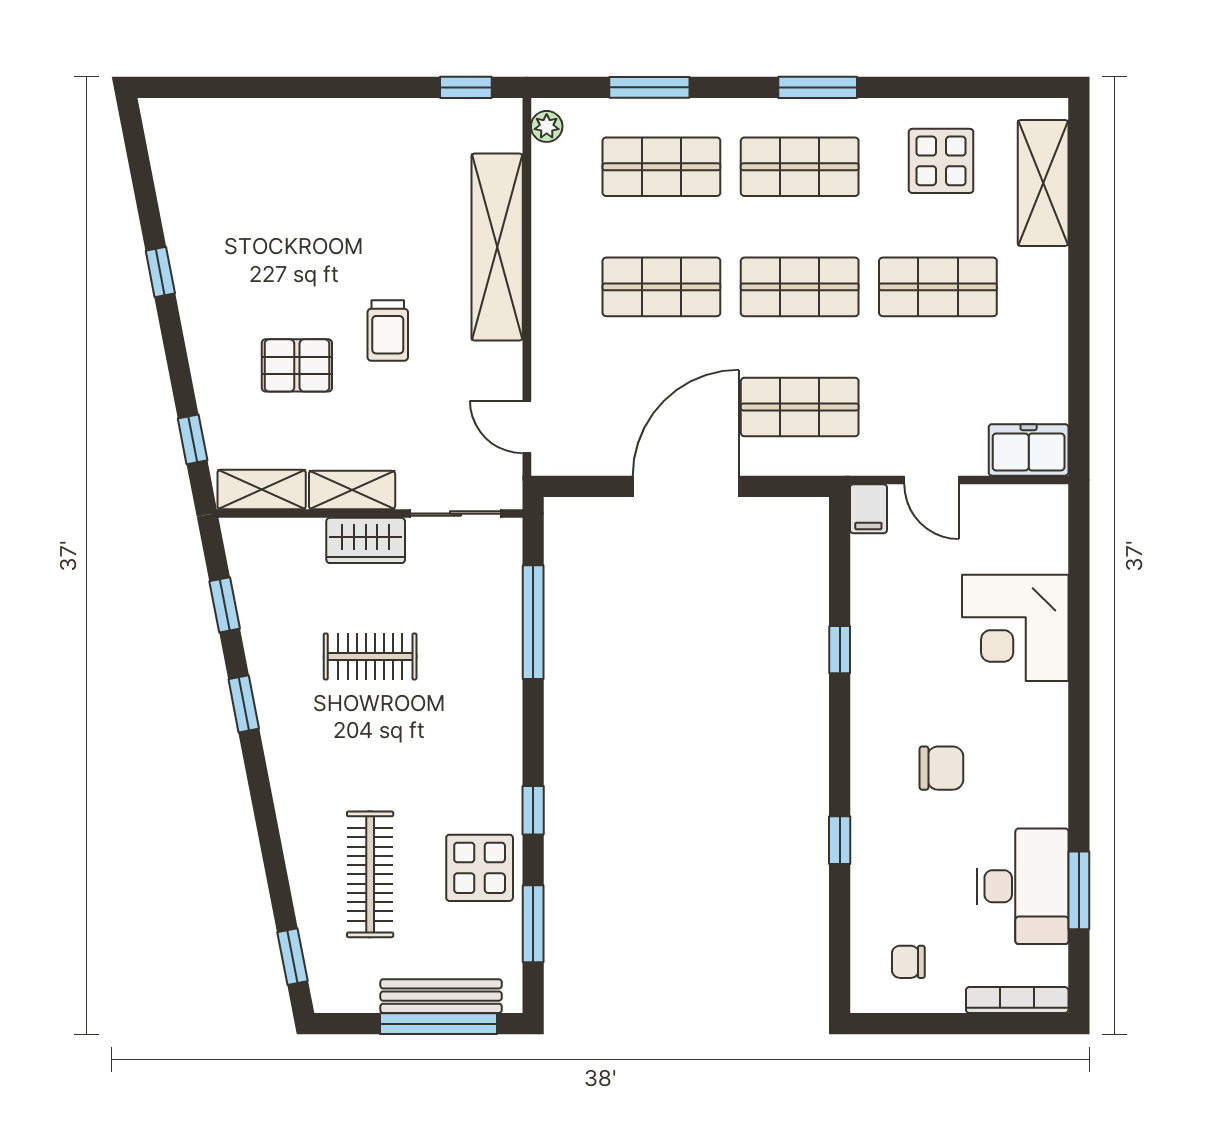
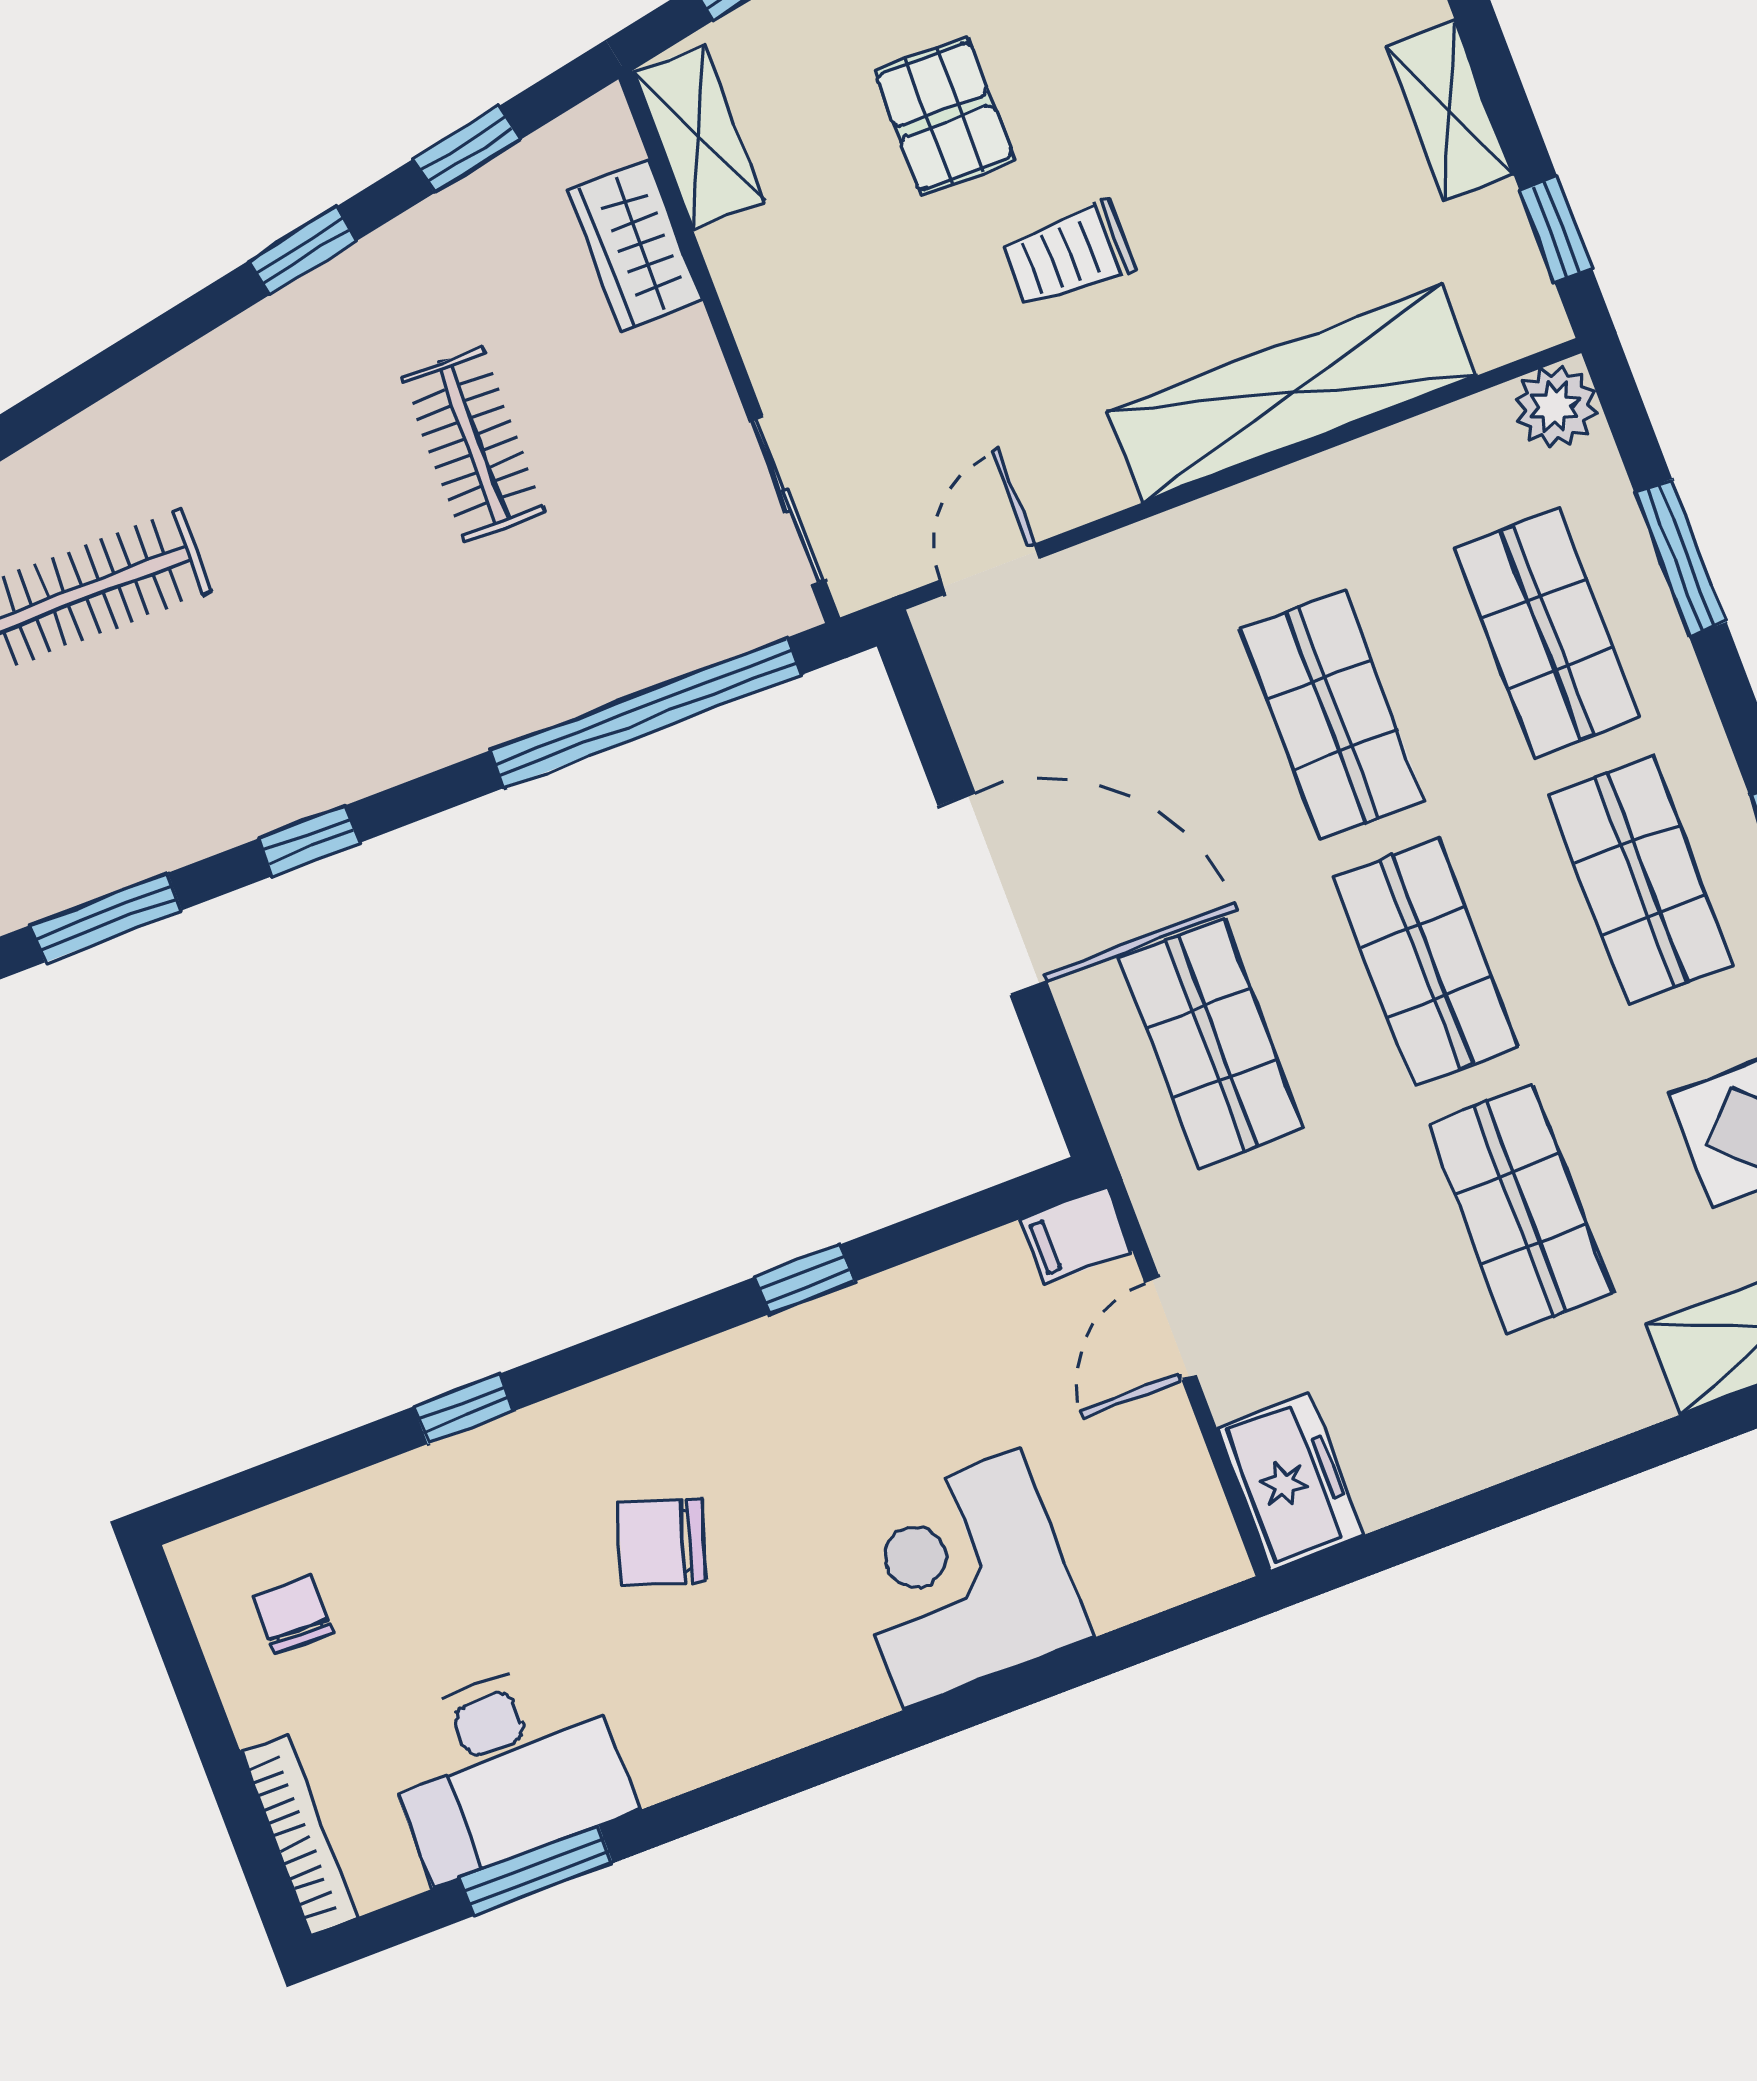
plant: (547, 126) -> (1556, 407), width x1.38, depth x1.38
shelving: (352, 490) -> (1450, 110), moved
wardrobe: (366, 540) -> (635, 246), moved
window: (533, 622) -> (646, 713), width x1.46
chair: (941, 768) -> (662, 1542), turned 108
display table: (480, 868) -> (170, 784), removed

